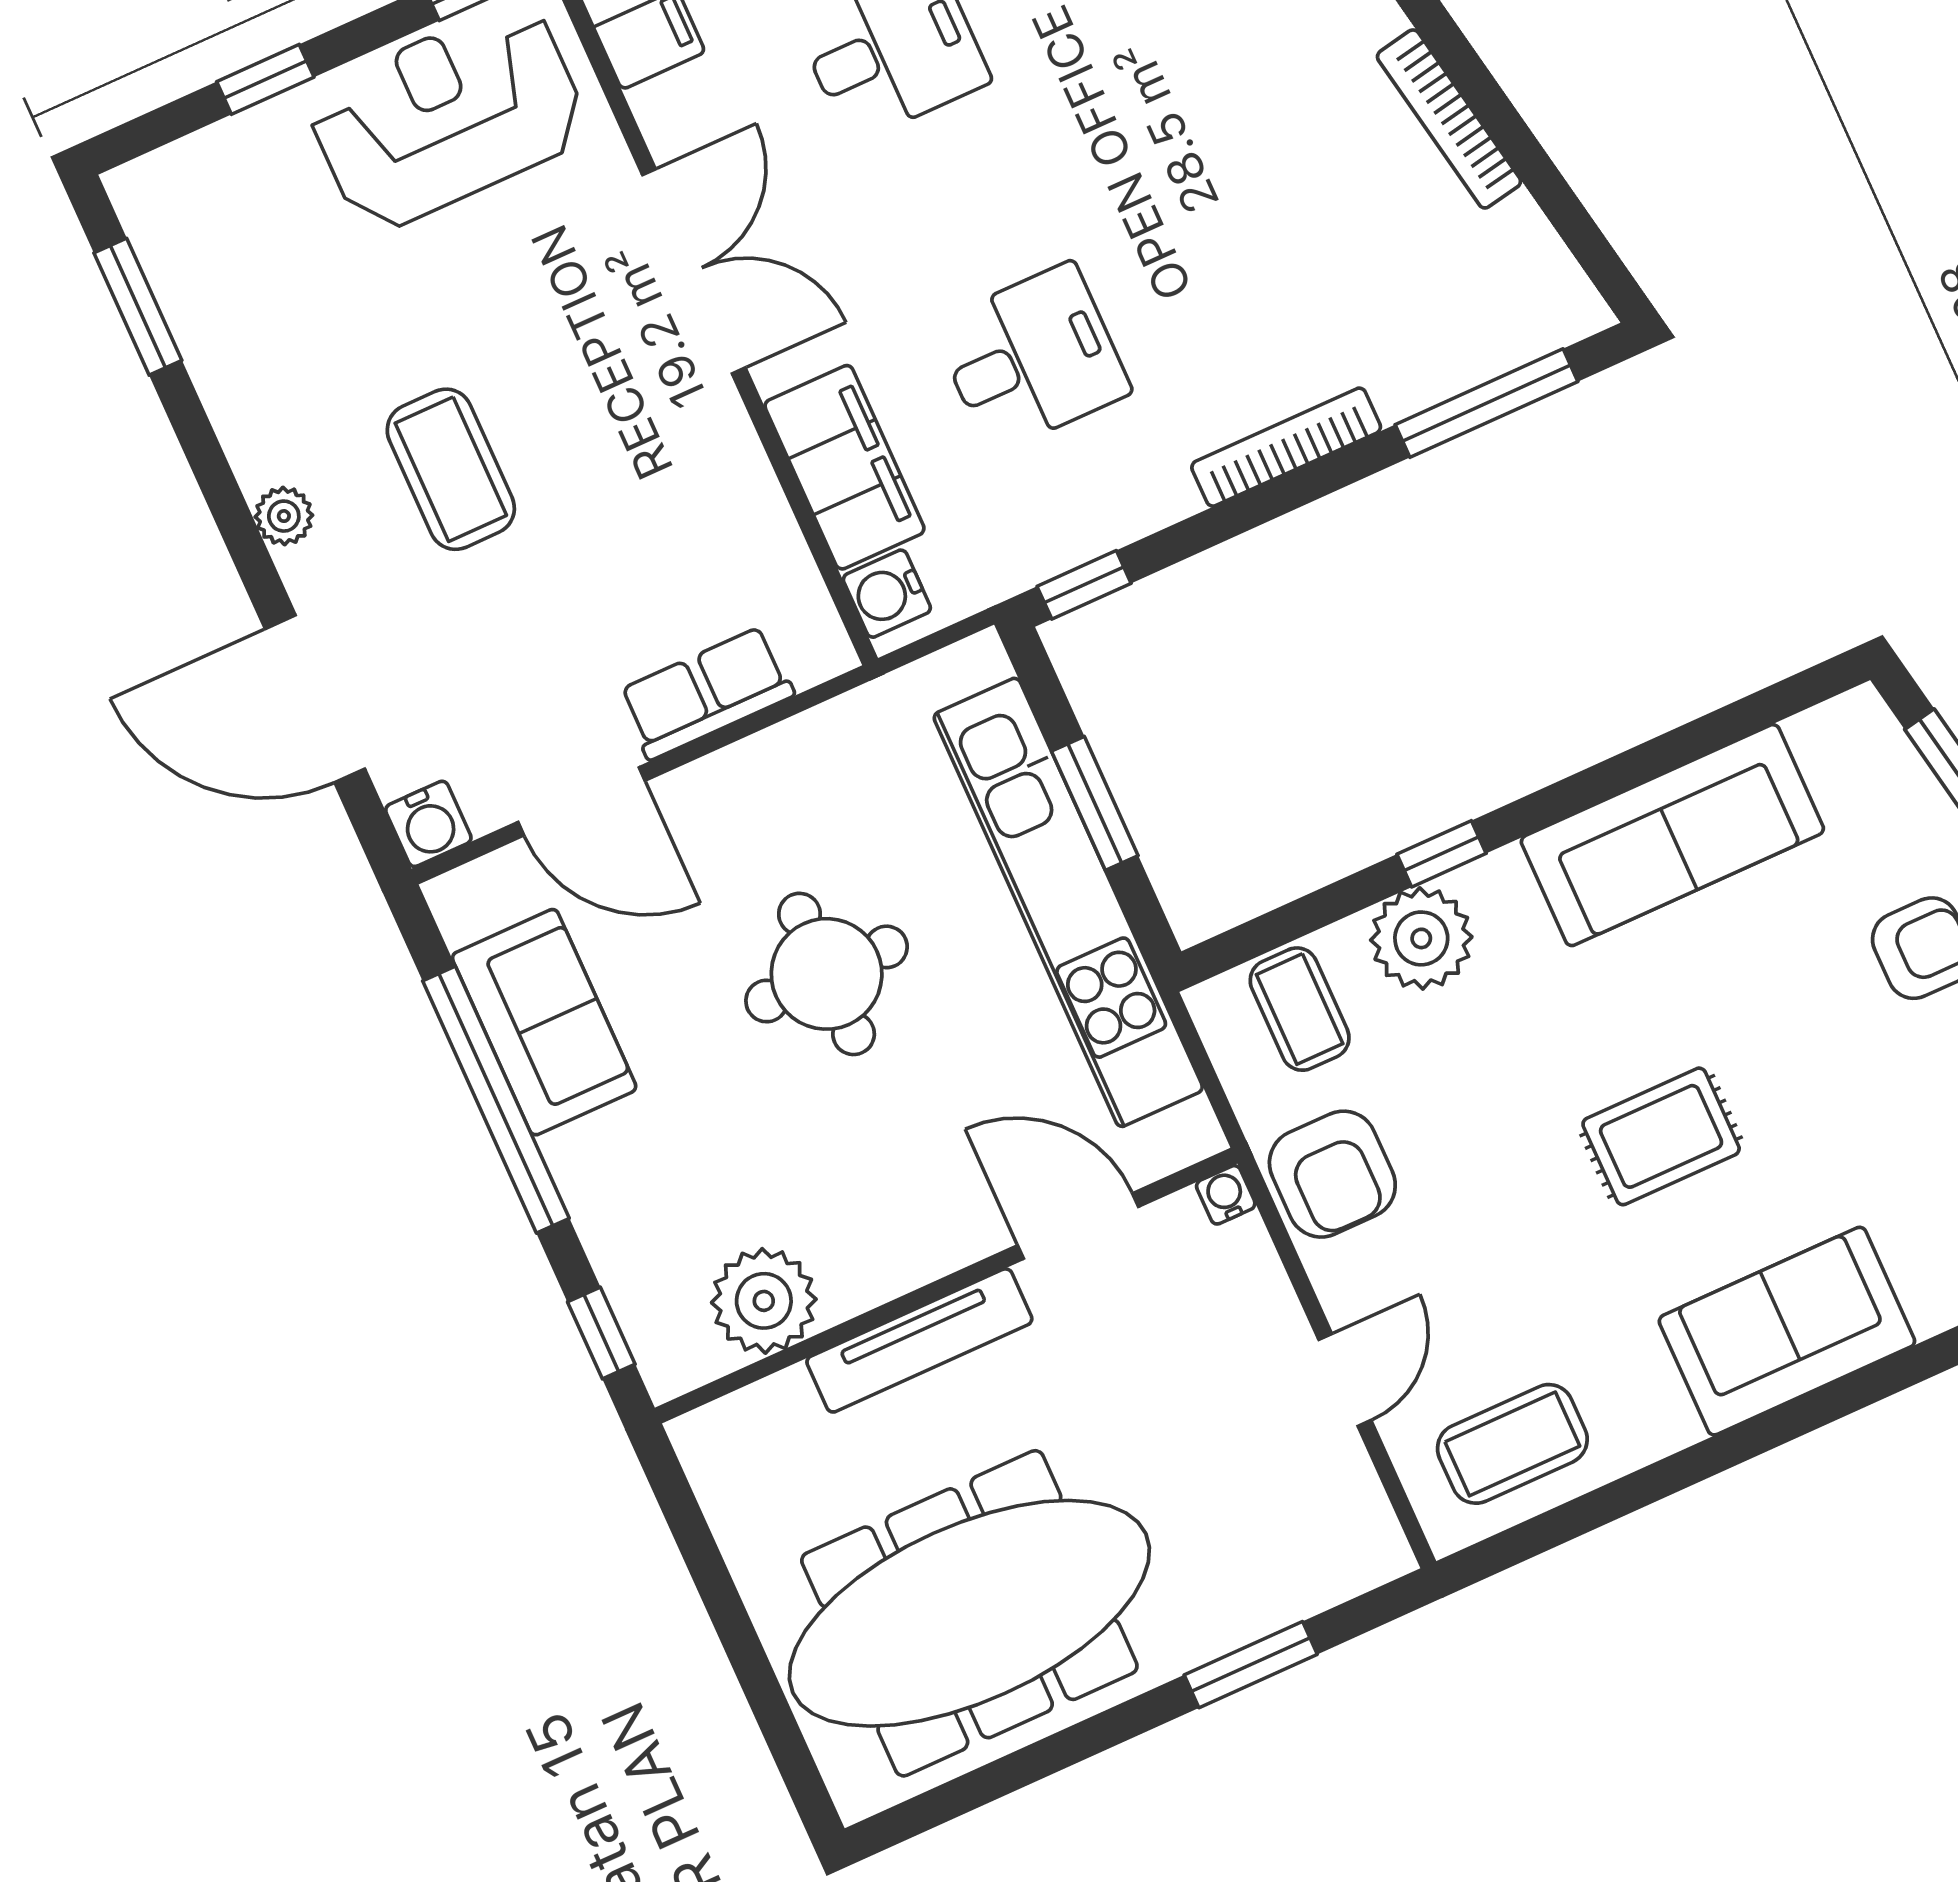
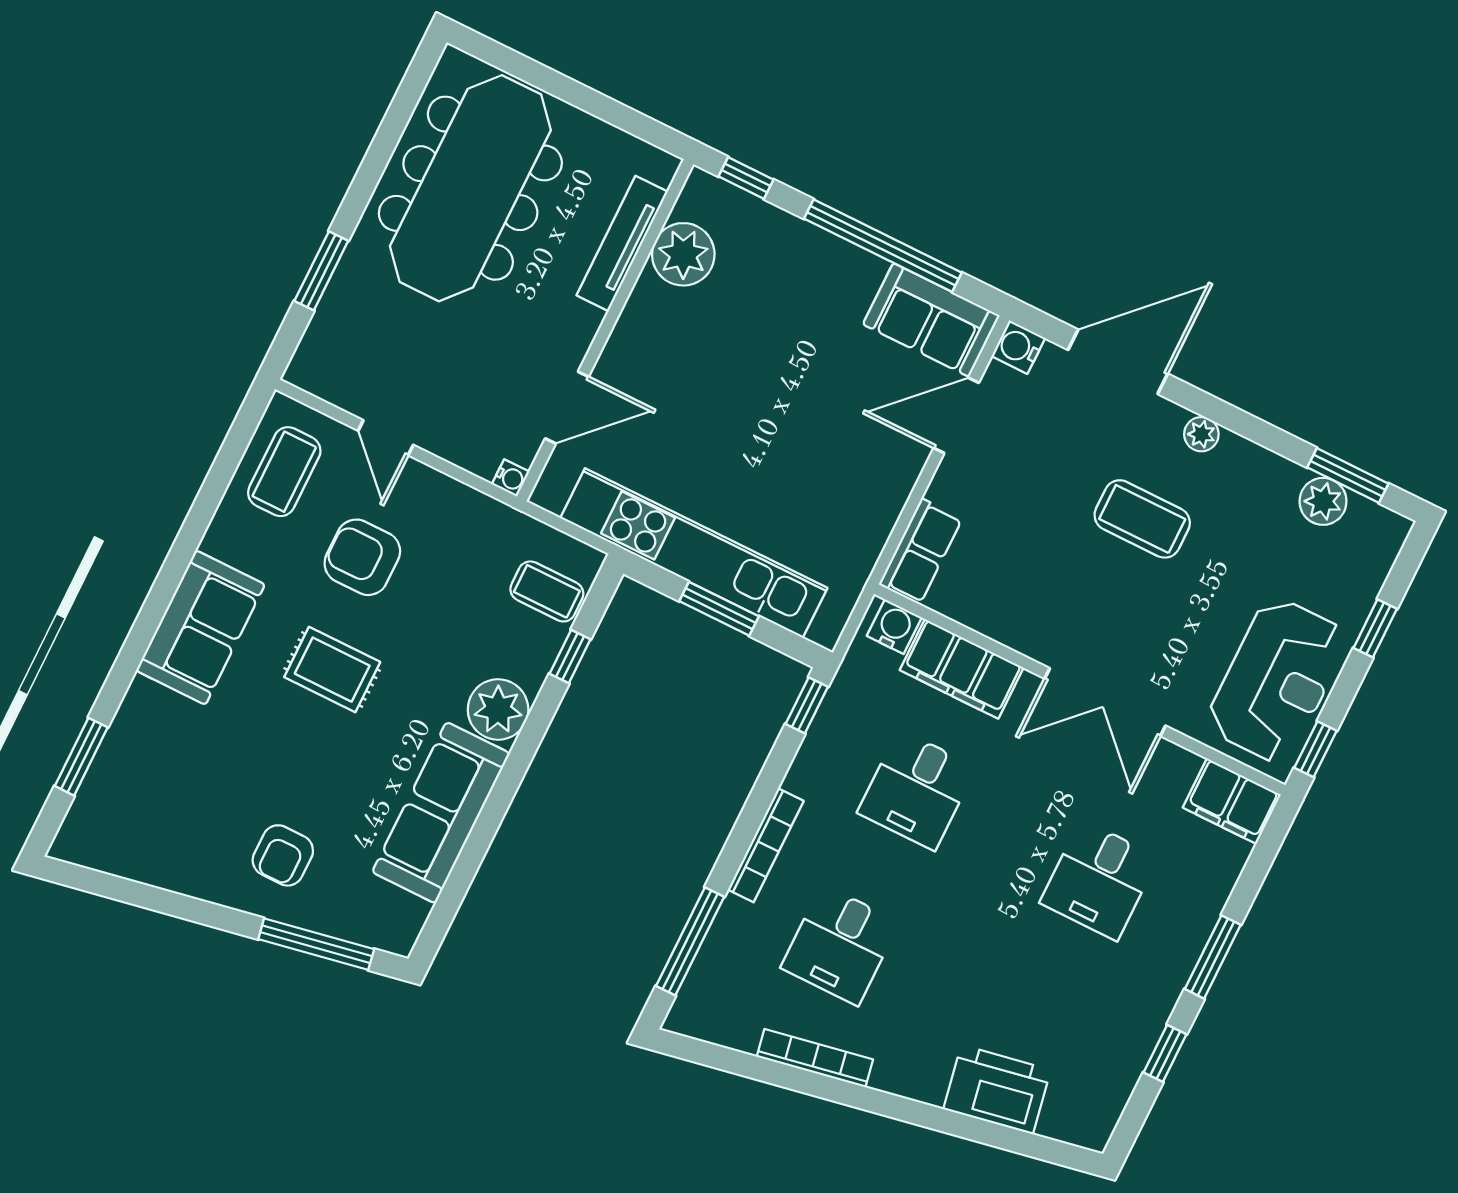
desk: (1296, 239) -> (840, 945), added
plant: (198, 300) -> (1323, 501), added
row of seats: (706, 693) -> (921, 551), moved
window: (1441, 854) -> (570, 656), moved
plant: (1421, 938) -> (498, 710), moved
round table: (827, 974) -> (778, 429), removed
sofa: (544, 1022) -> (931, 320), moved
rug: (1661, 1136) -> (332, 670), turned 90
armchair: (1332, 1174) -> (362, 557), moved
tv unit: (919, 1340) -> (622, 243), moved

